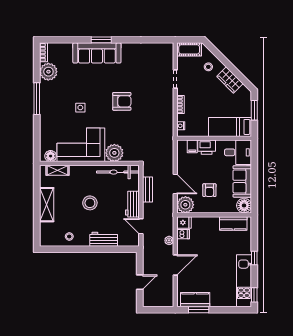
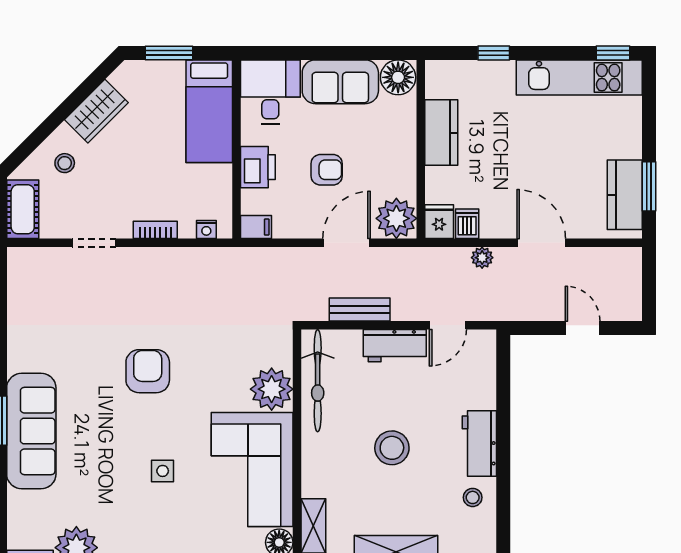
filing cabinet: (192, 146) -> (256, 227), moved
armchair: (209, 190) -> (327, 170), moved
kitchen counter: (233, 223) -> (441, 133), moved
workbench: (104, 239) -> (479, 443), moved
window: (254, 258) -> (494, 53), moved

